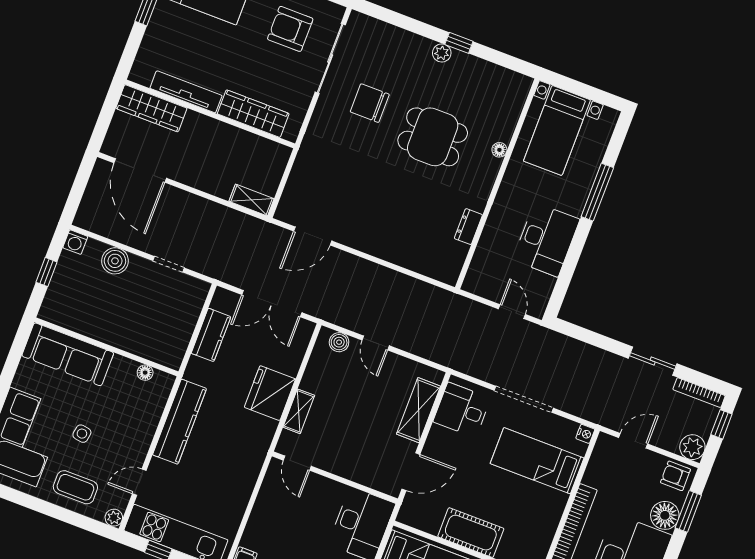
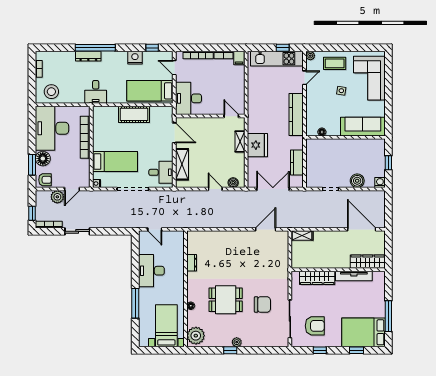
plant: (511, 93) -> (196, 336), added
plant: (692, 447) -> (57, 197), moved
door: (411, 472) -> (174, 133), swing flipped

